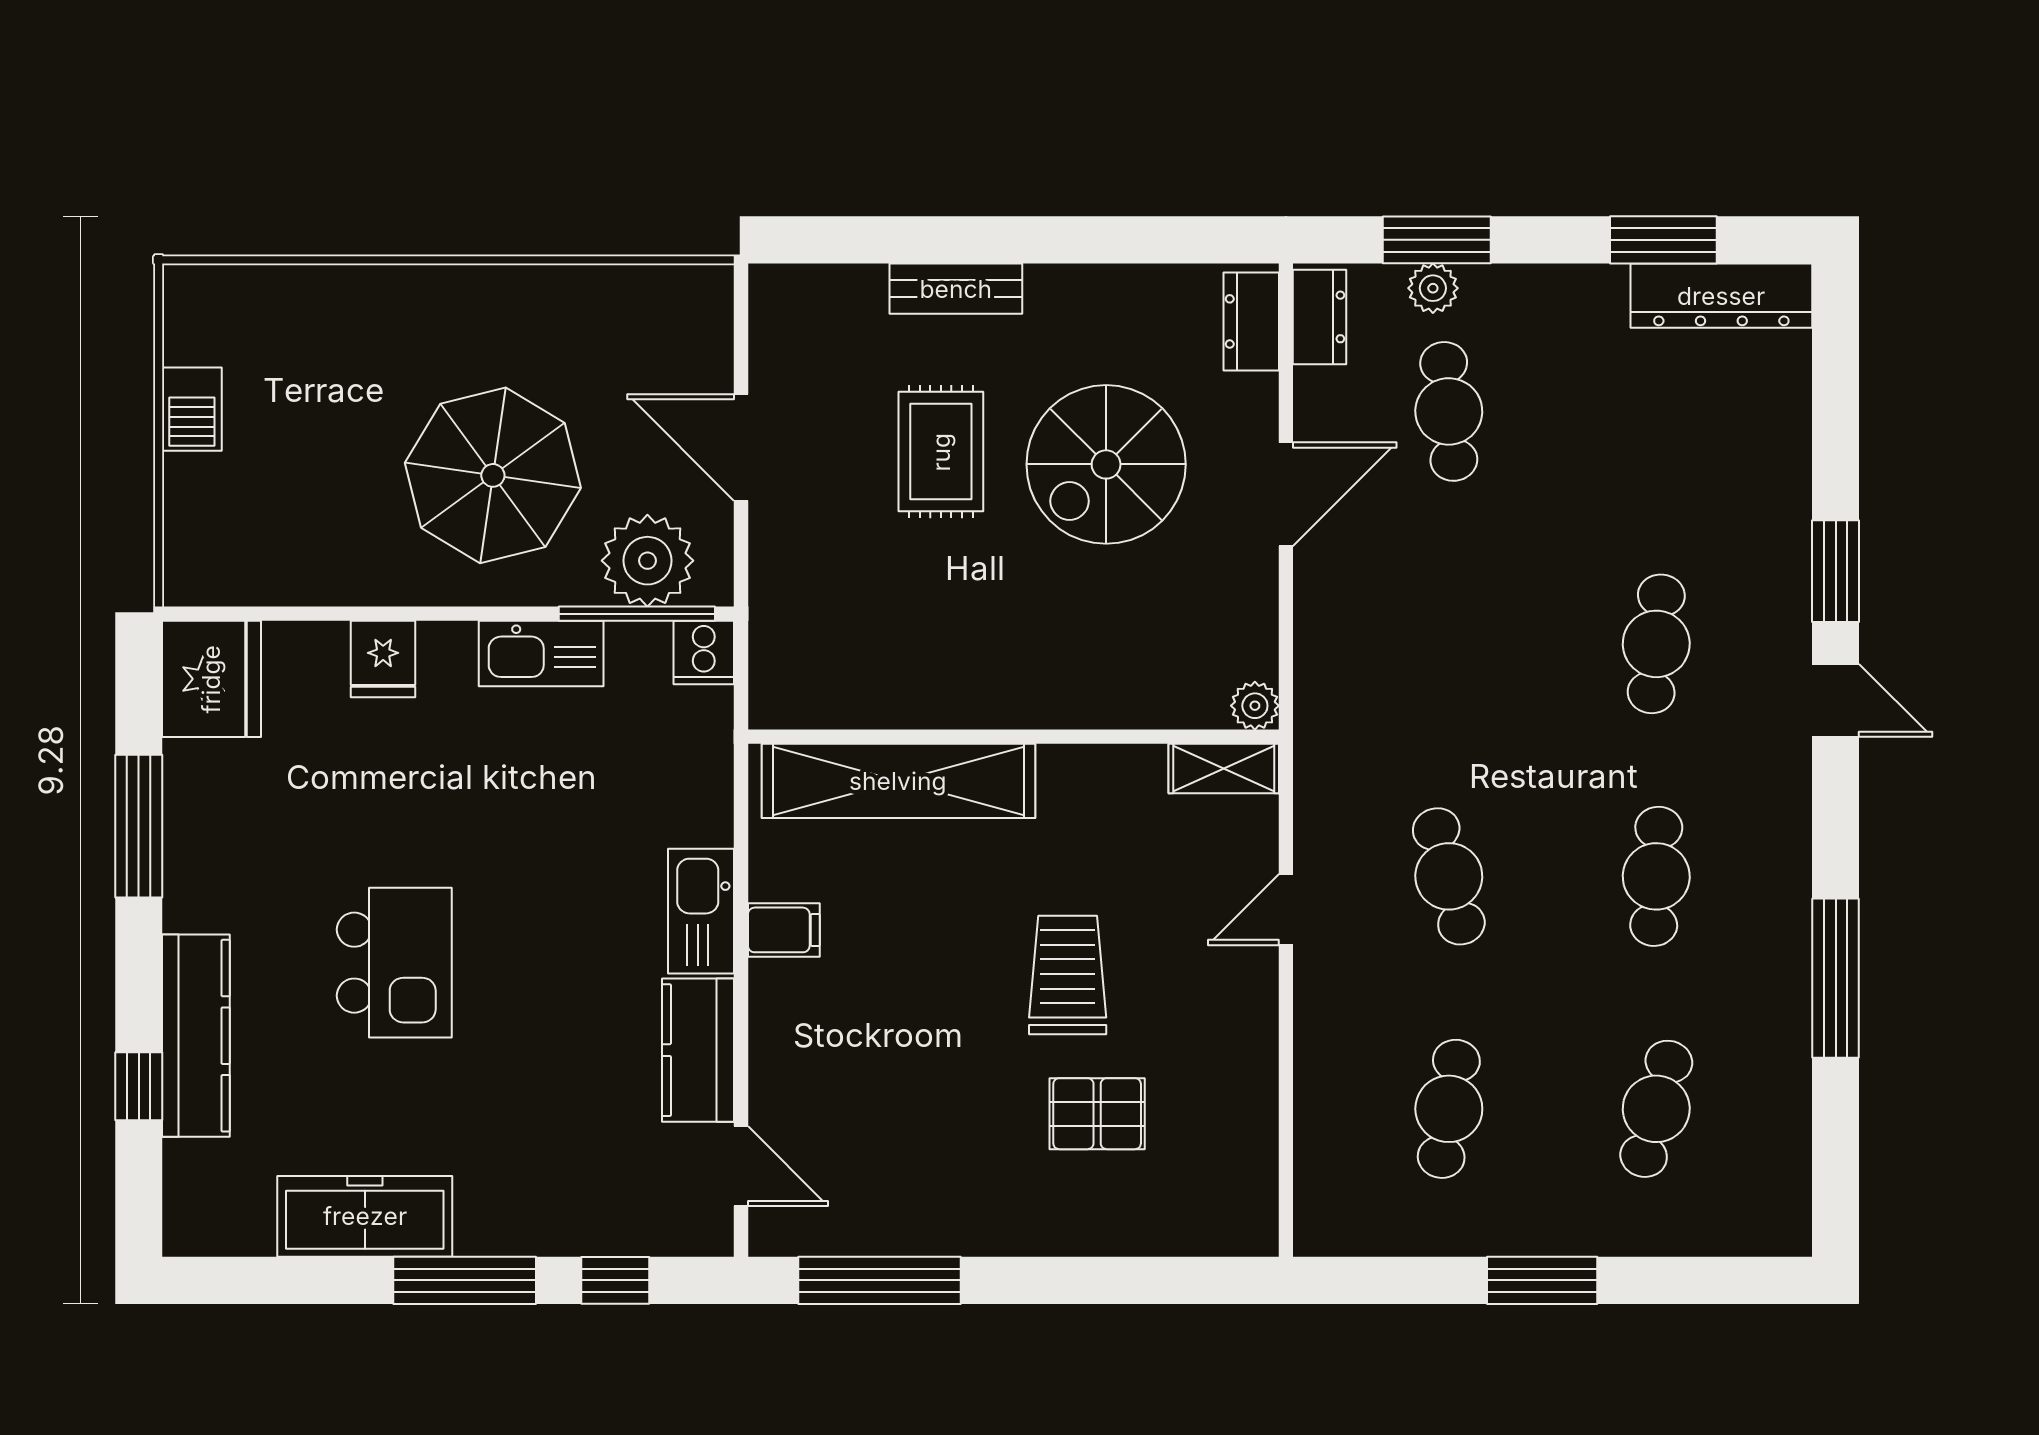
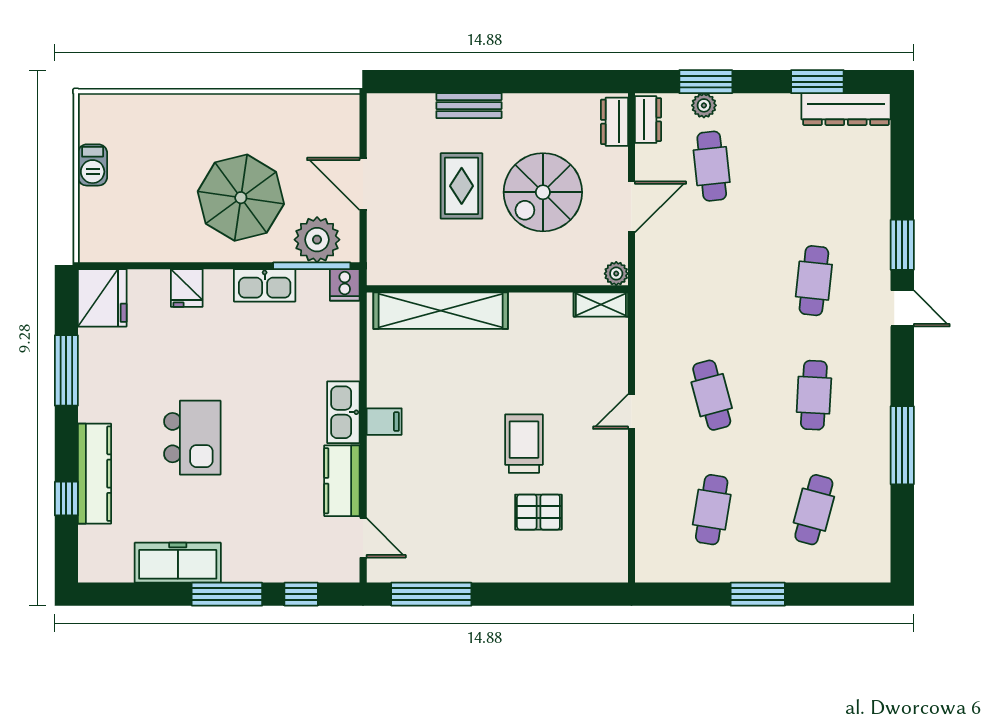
plant: (1255, 706) -> (616, 274), moved
wall: (1013, 737) -> (497, 289), moved
shelving: (1224, 769) -> (601, 305), moved
shelving: (898, 781) -> (441, 311), moved

